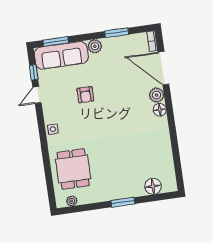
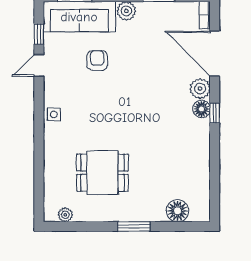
armchair: (85, 95) -> (97, 61), moved, turned 180
window: (170, 111) -> (215, 113), added
dining table: (73, 169) -> (102, 173), moved, turned 90

